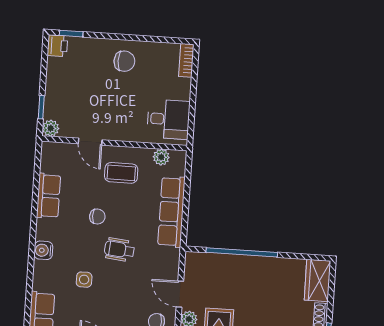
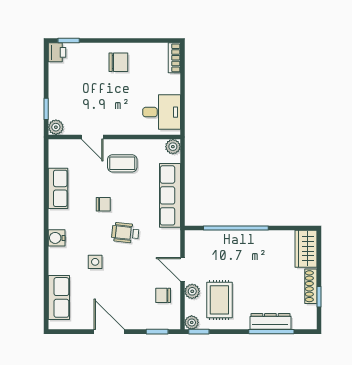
plant: (161, 157) -> (173, 147), moved

